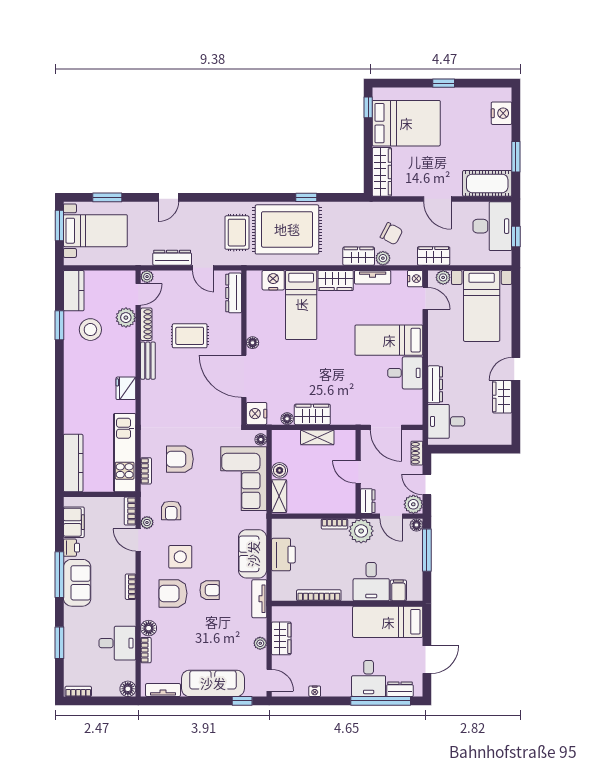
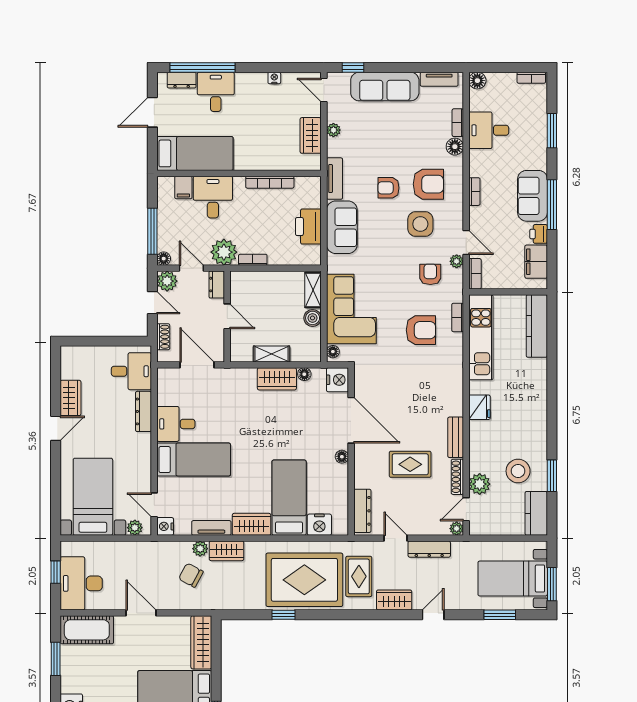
wardrobe: (434, 256) -> (394, 600), moved, turned 180

